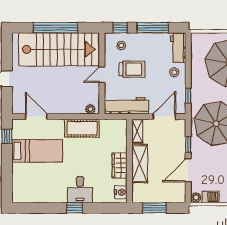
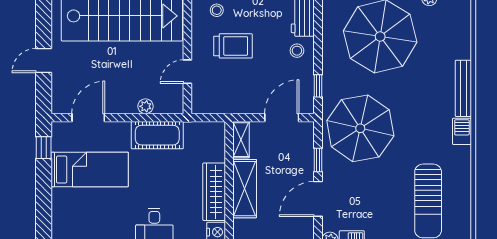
door: (102, 75) -> (187, 72), moved
workbench: (126, 106) -> (225, 101), removed
plant: (90, 109) -> (146, 106), moved
door: (36, 117) -> (88, 118), hinge flipped
wardrobe: (120, 166) -> (214, 192), width x1.50

